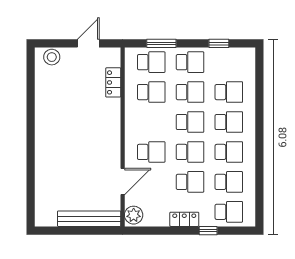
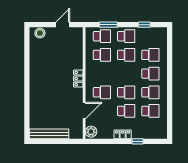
locker: (113, 82) -> (78, 79), moved
school desk: (190, 122) -> (126, 74), removed
school desk: (229, 212) -> (150, 130), removed
bench: (89, 219) -> (49, 134), moved

